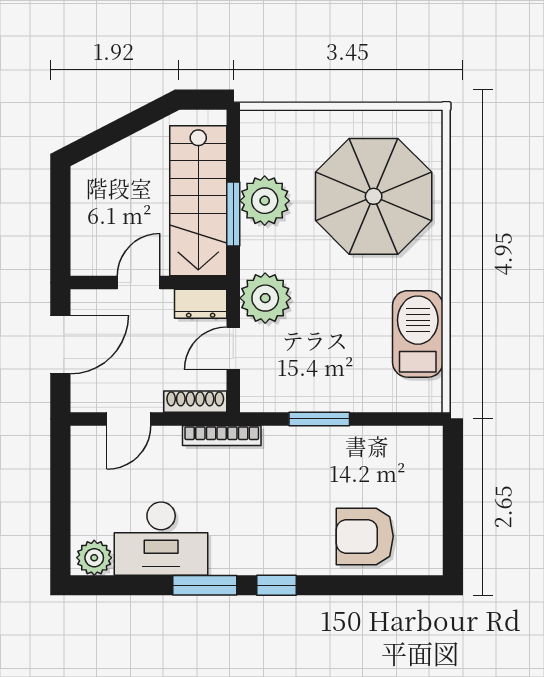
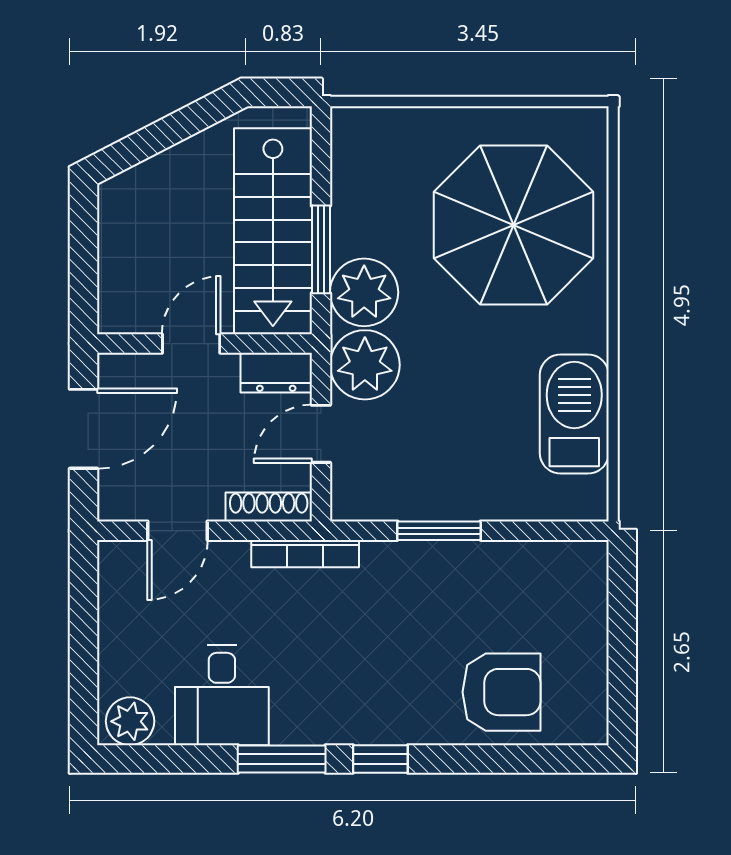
plant: (265, 201) -> (364, 292), moved
armchair: (365, 536) -> (501, 692), turned 180
desk: (161, 539) -> (222, 695), width x0.73

